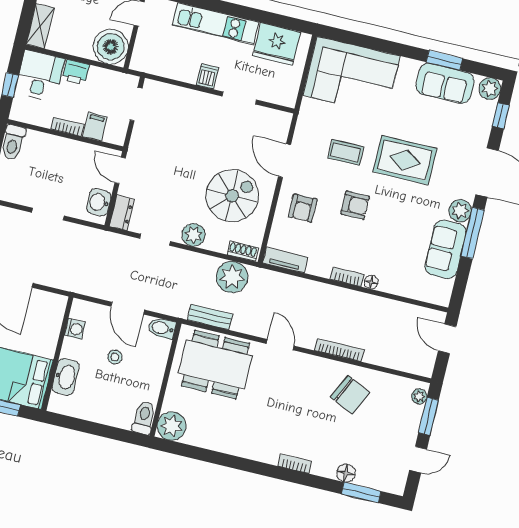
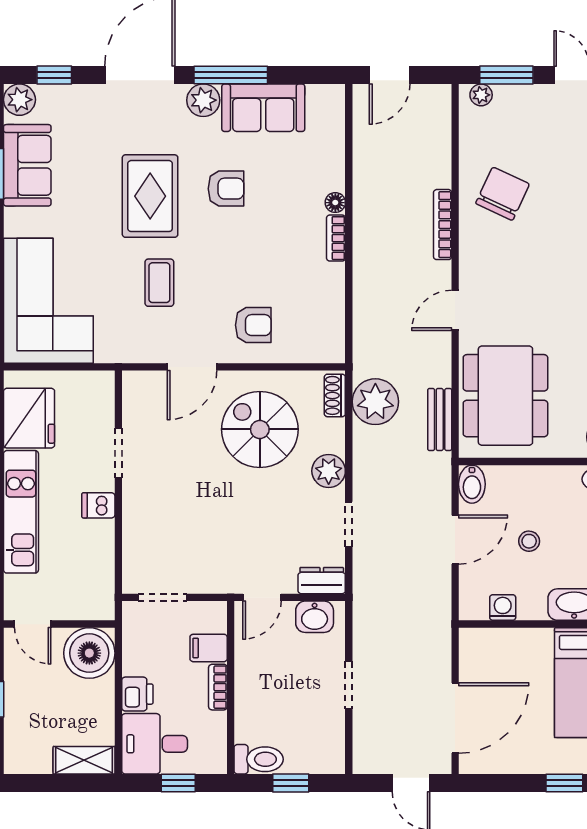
armchair: (355, 205) -> (226, 189), moved, turned 90
tv unit: (285, 260) -> (333, 332), removed

